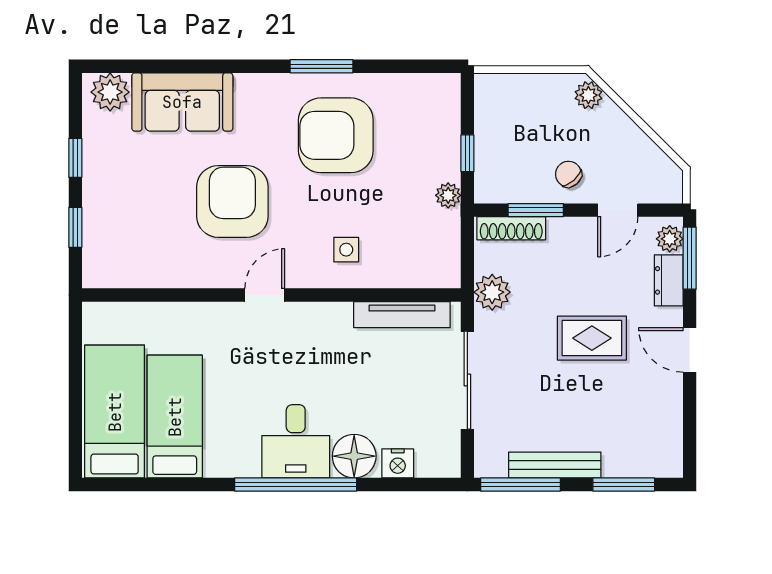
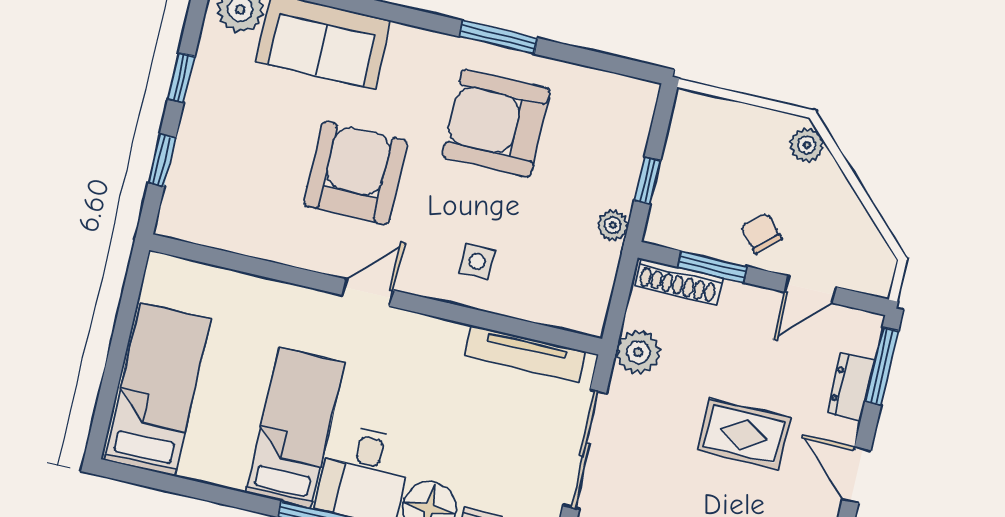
plant: (670, 239) -> (863, 338), removed
bed: (175, 417) -> (295, 428), moved

